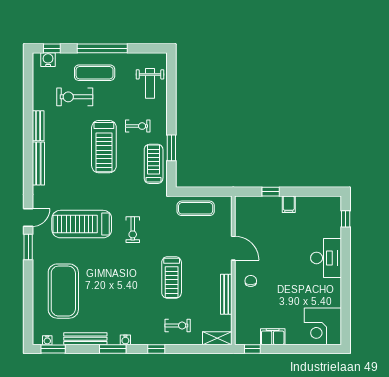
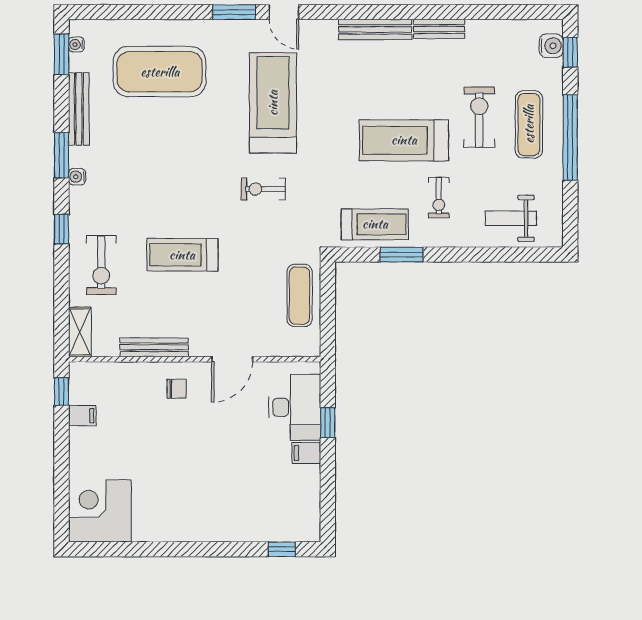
exercise bike: (75, 97) -> (479, 117), moved
desk: (326, 258) -> (295, 407), moved, turned -90
exercise bike: (178, 326) -> (101, 265), width x1.38, depth x1.39
filing cabinet: (273, 337) -> (82, 416), width x0.50

